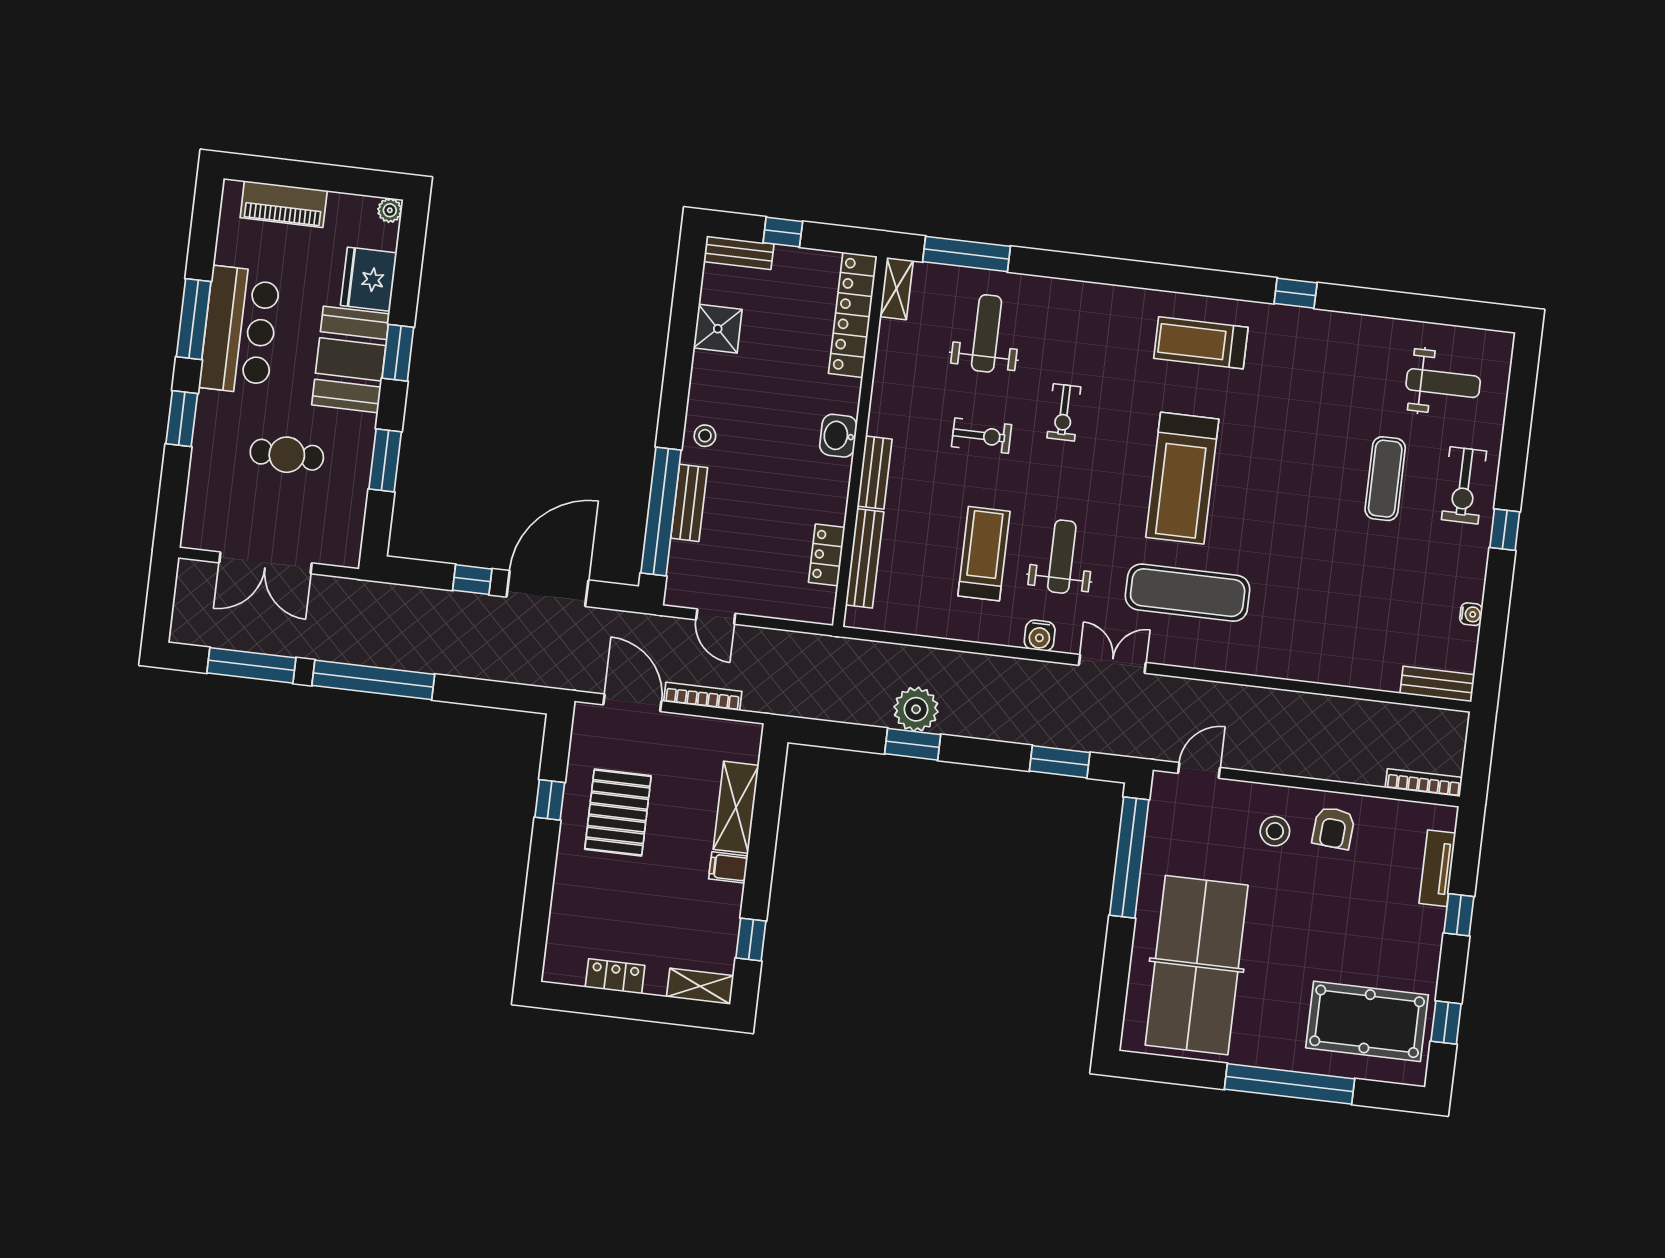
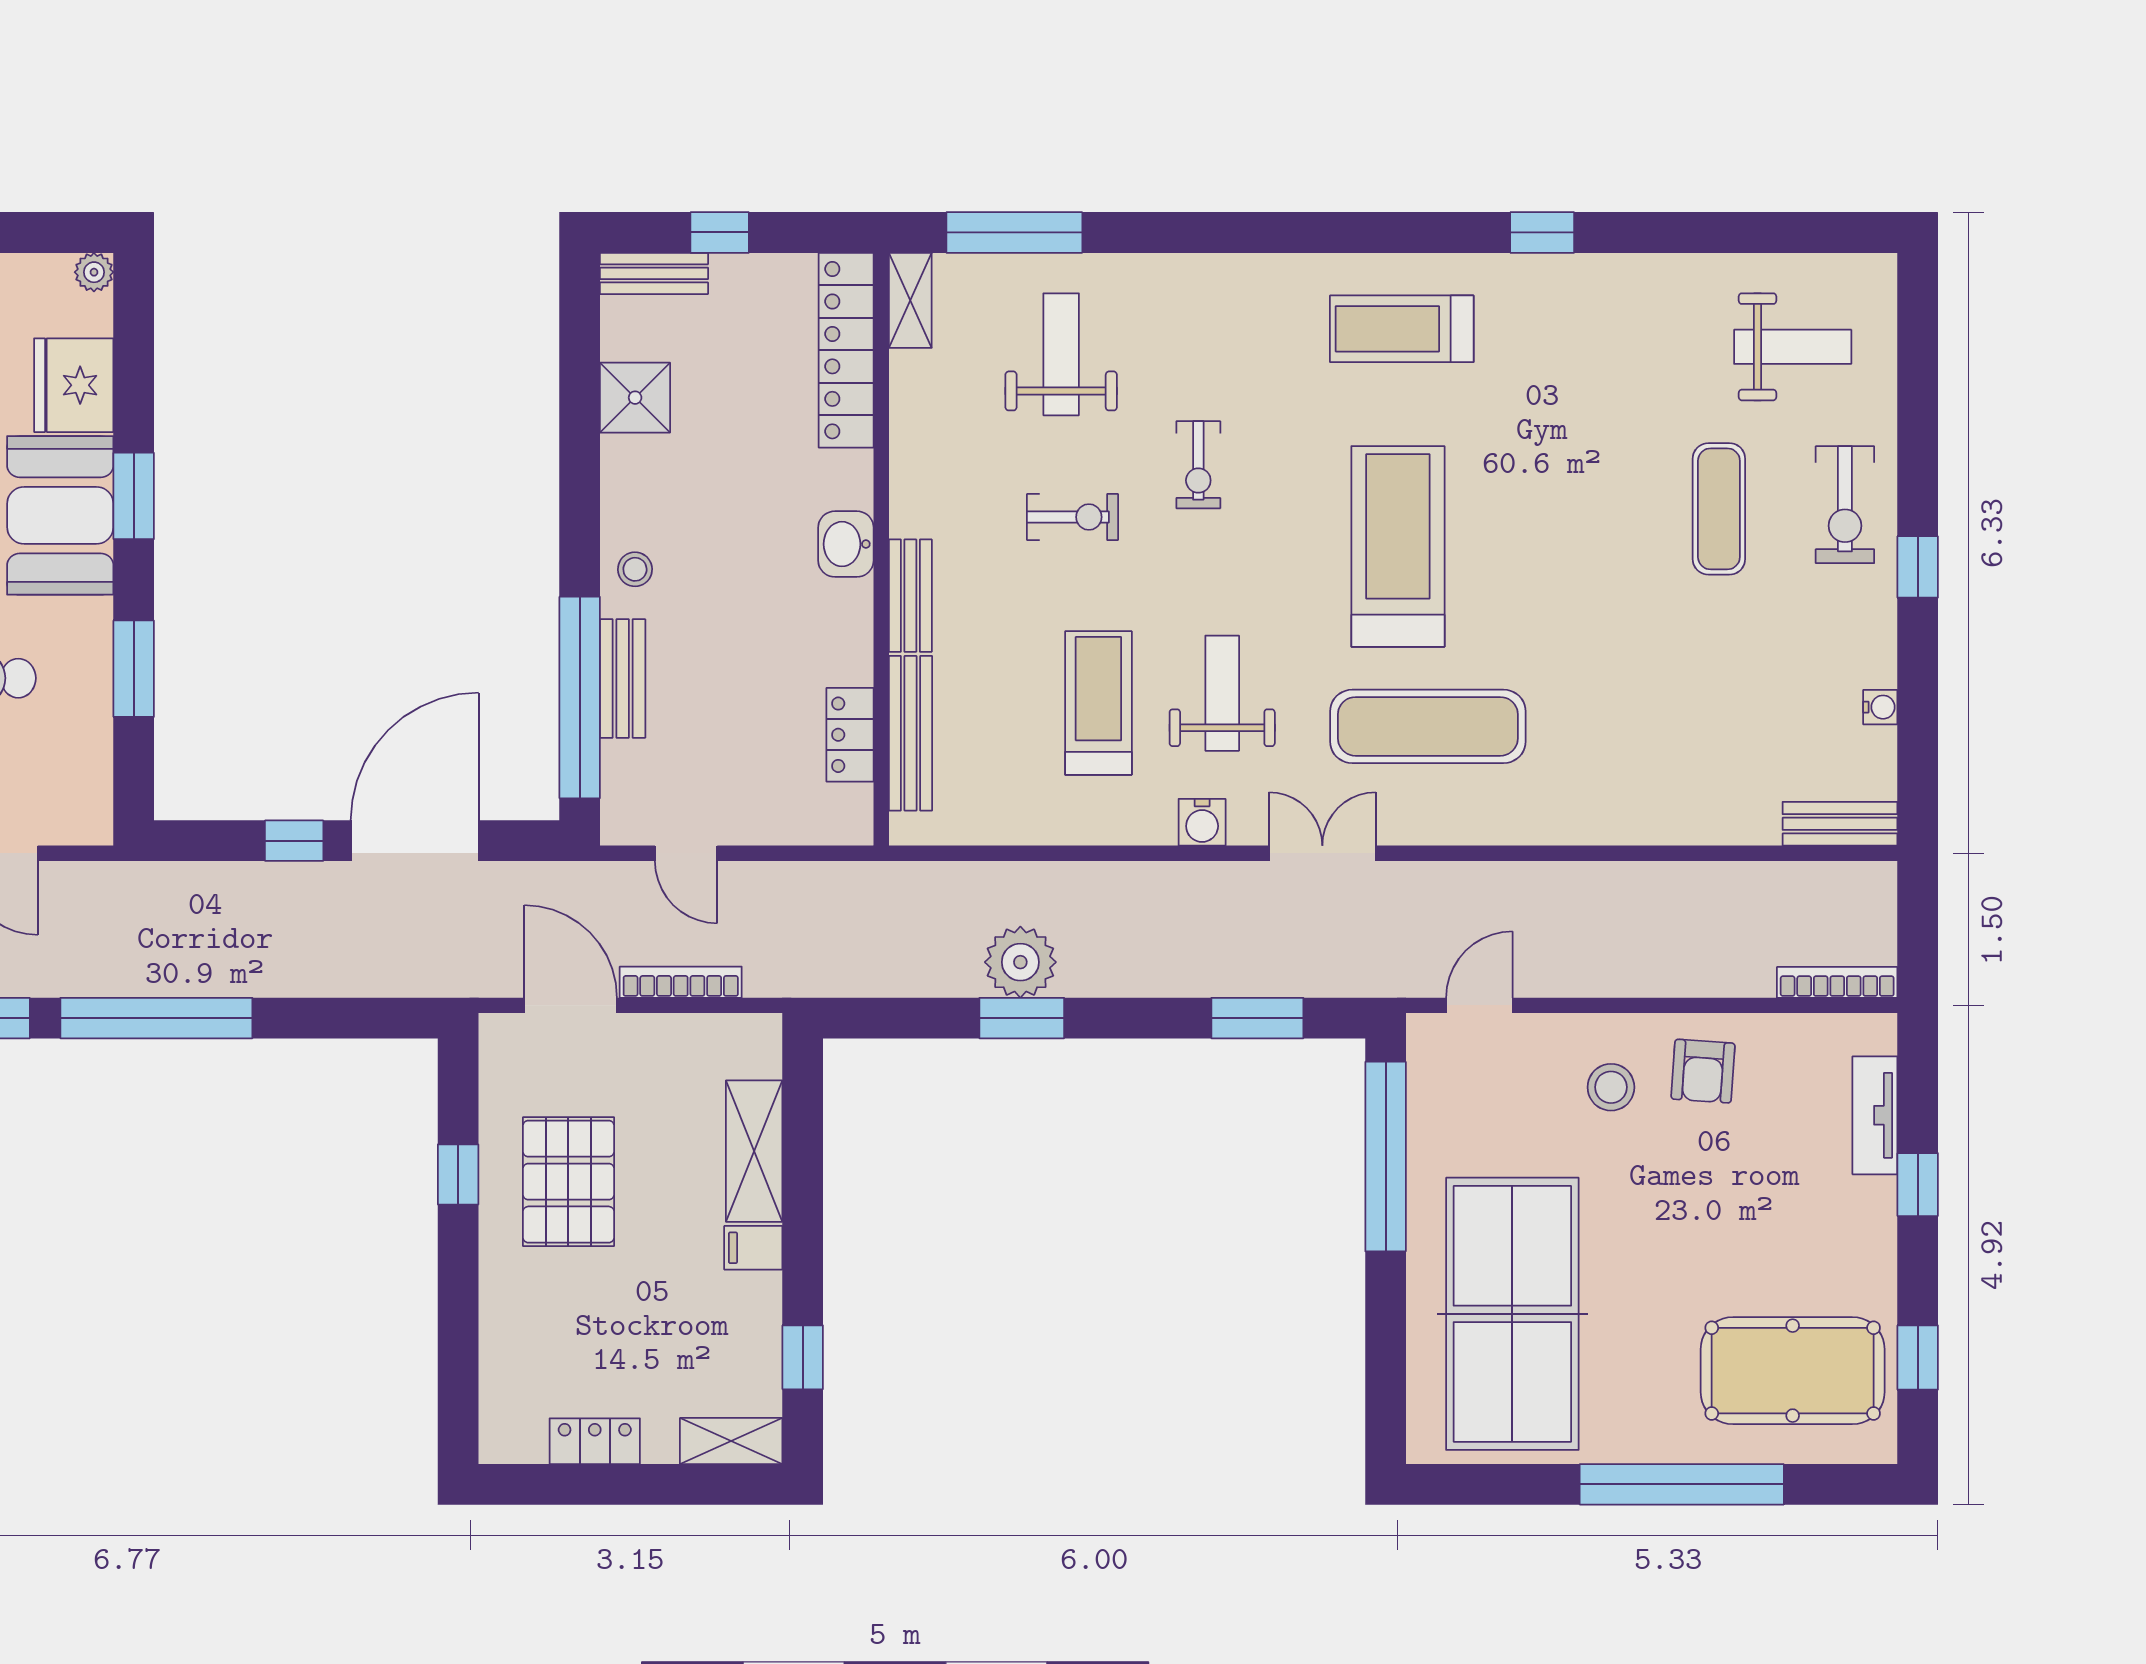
treadmill: (1182, 478) -> (1398, 546), turned 180

